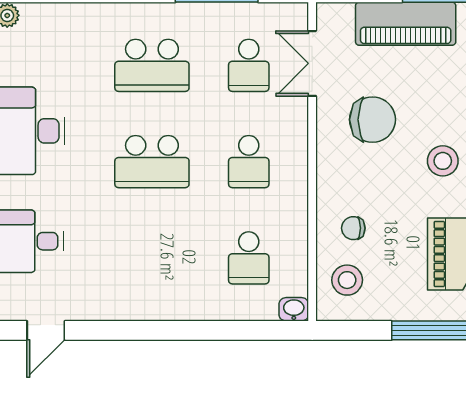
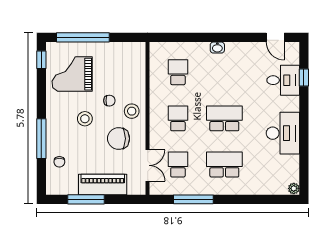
chair: (353, 228) -> (109, 101), moved
stool: (347, 280) -> (132, 111), moved
washbasin: (294, 309) -> (217, 48), moved
door: (46, 330) -> (275, 37), swing flipped

